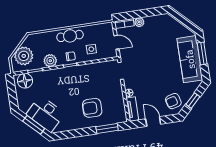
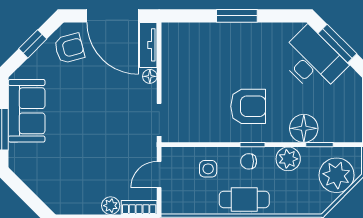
door: (116, 42) -> (159, 175), hinge flipped
sofa: (190, 59) -> (27, 111), width x0.73
floor lamp: (25, 81) -> (304, 128), moved
armchair: (92, 108) -> (248, 106), moved
door: (153, 122) -> (113, 16), width x1.88
window: (107, 128) -> (237, 16), moved

